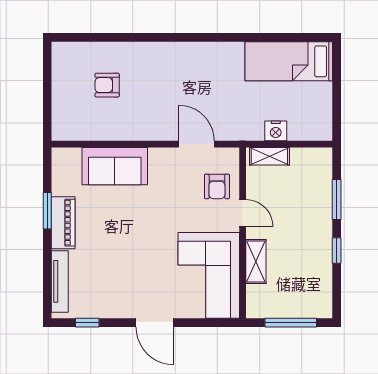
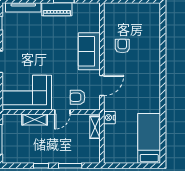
armchair: (107, 85) -> (122, 46), moved
nightstand: (276, 131) -> (109, 118), moved
sofa: (115, 166) -> (89, 51), moved

